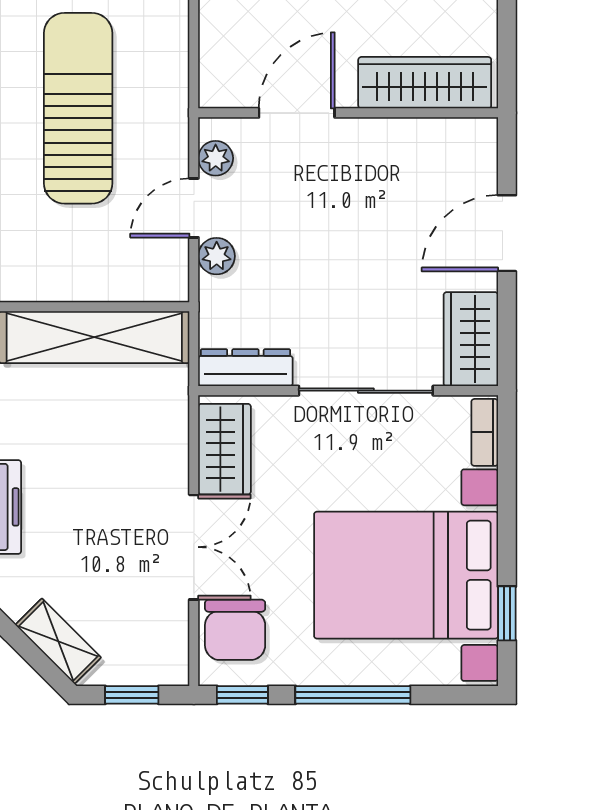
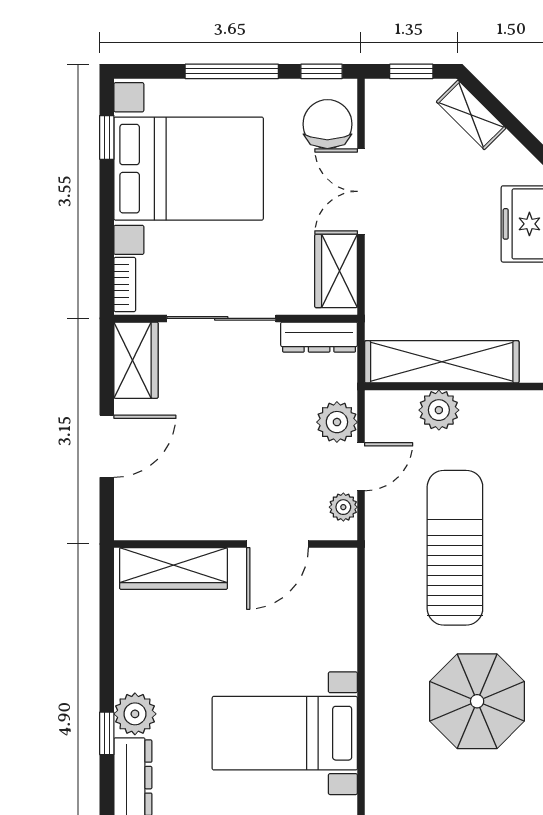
sun lounger: (78, 108) -> (455, 548), turned 180
plant: (217, 256) -> (337, 422), width x1.38, depth x1.38
plant: (98, 278) -> (439, 410), added

